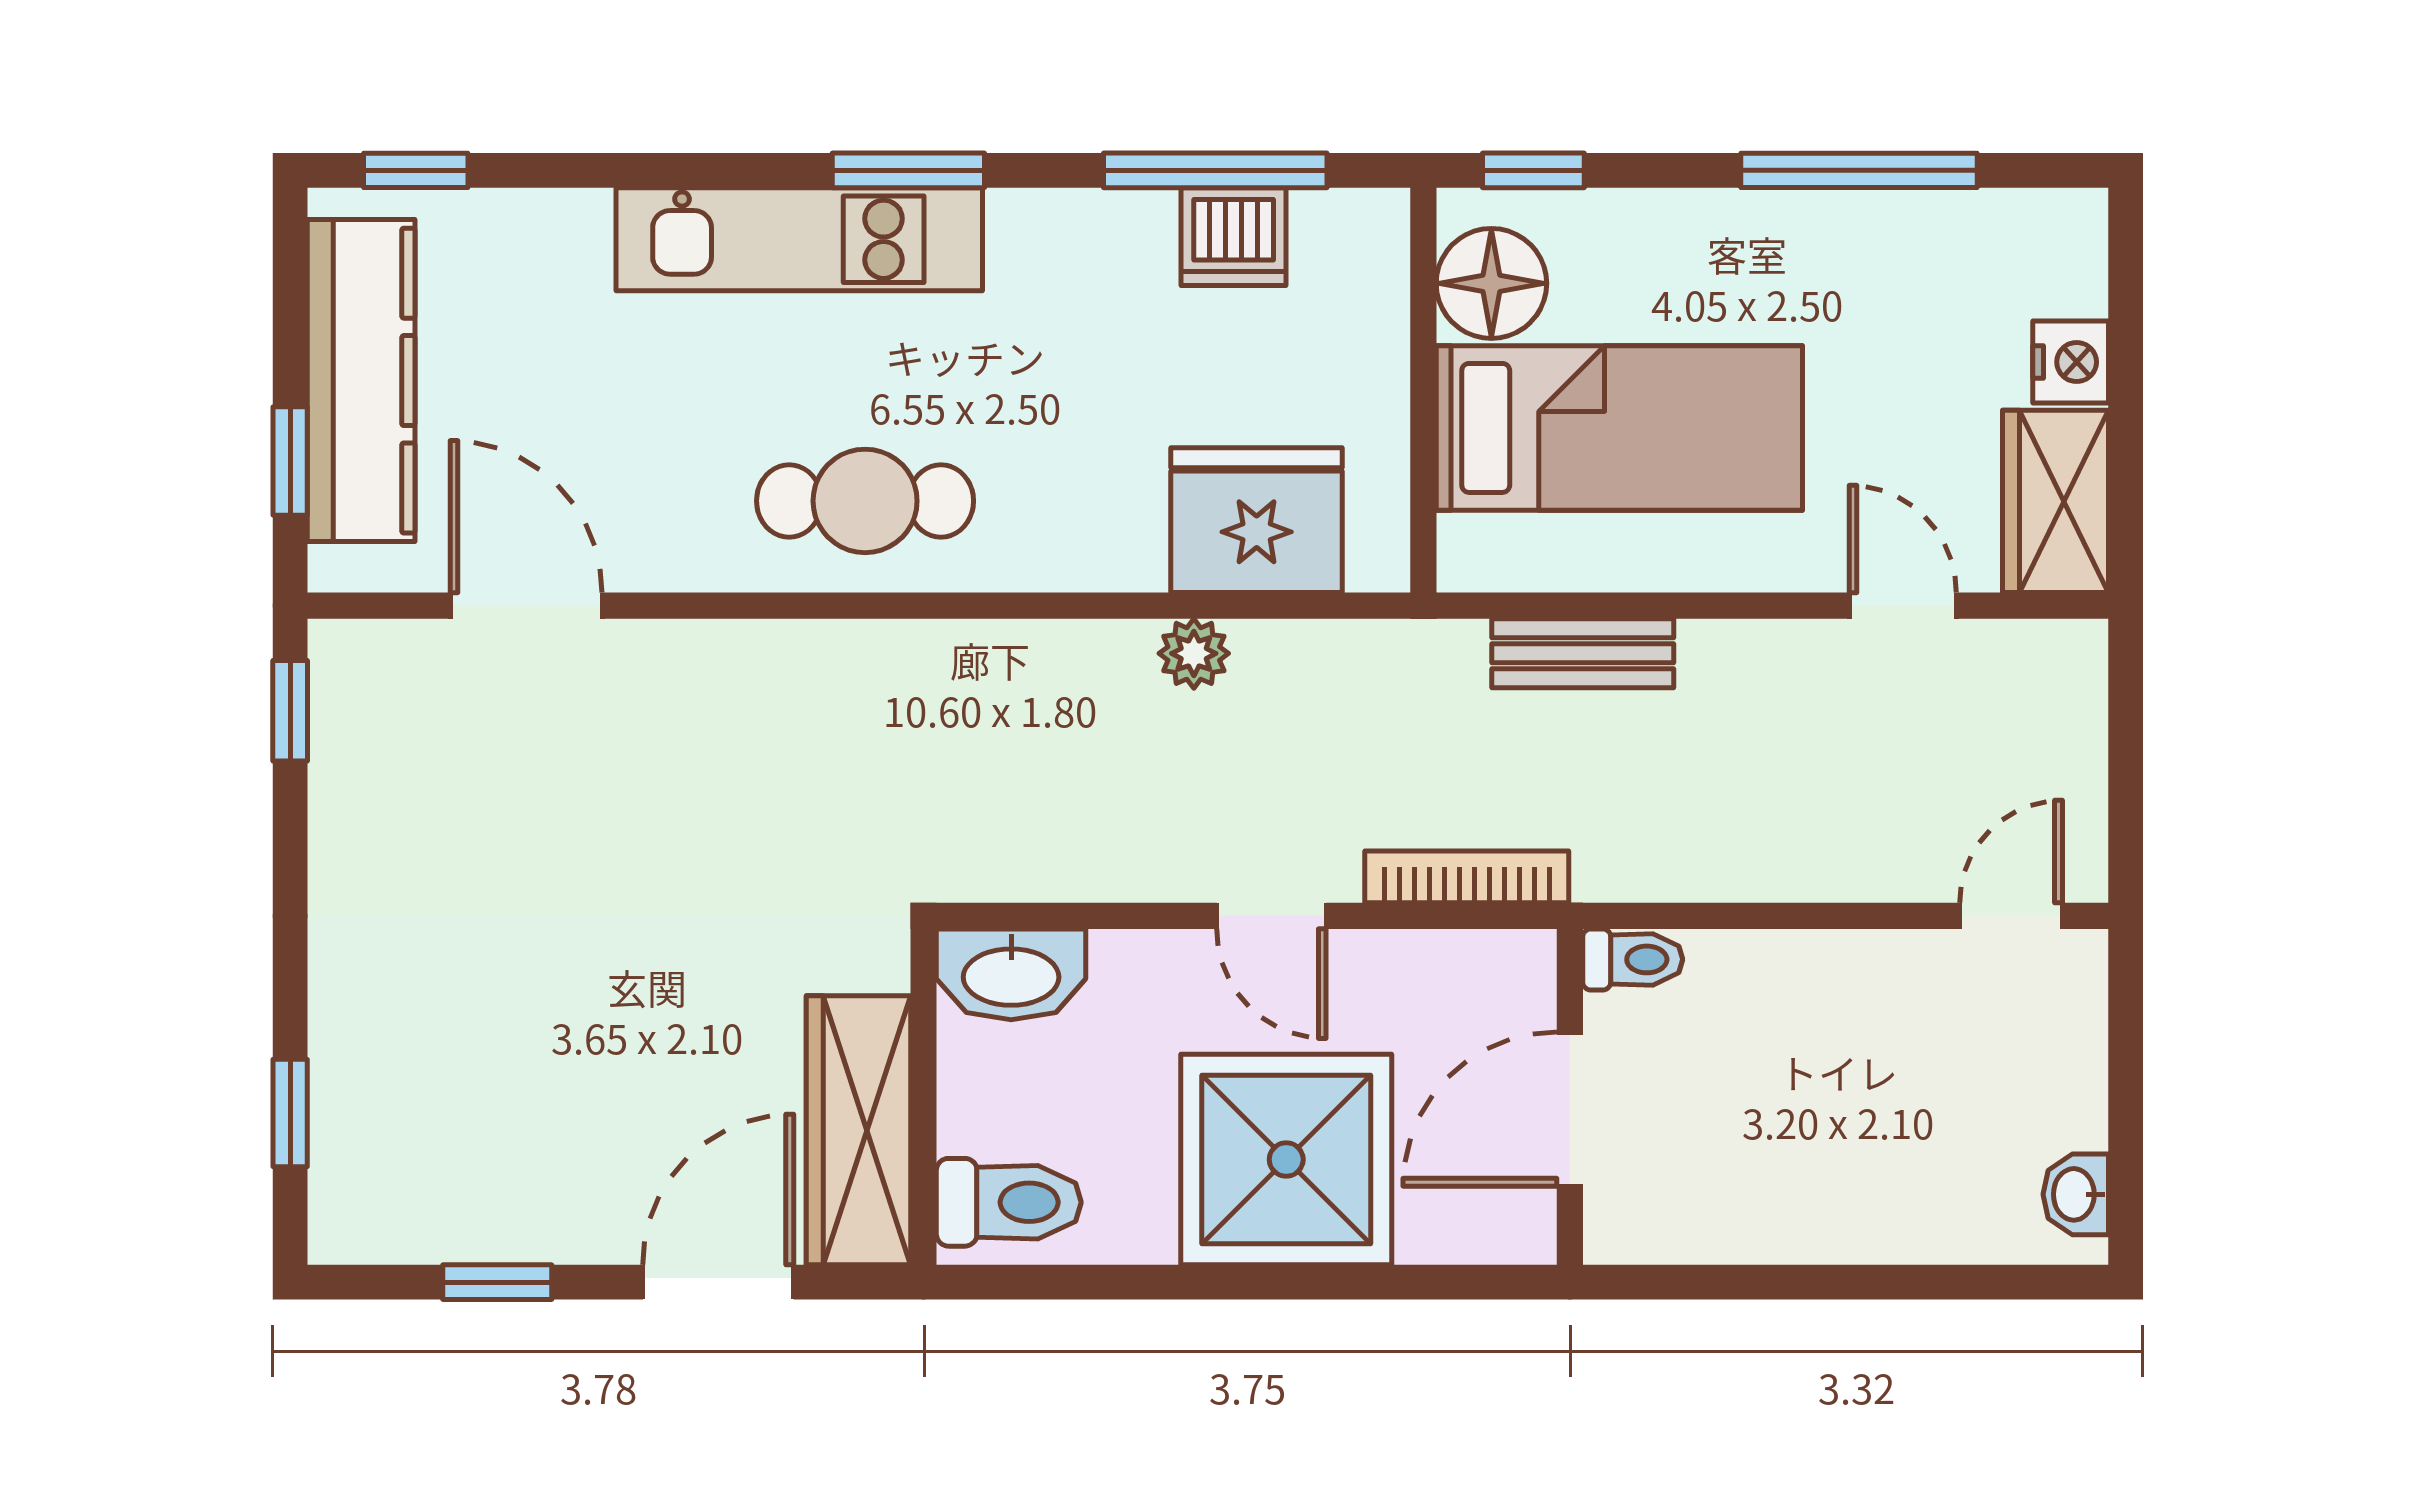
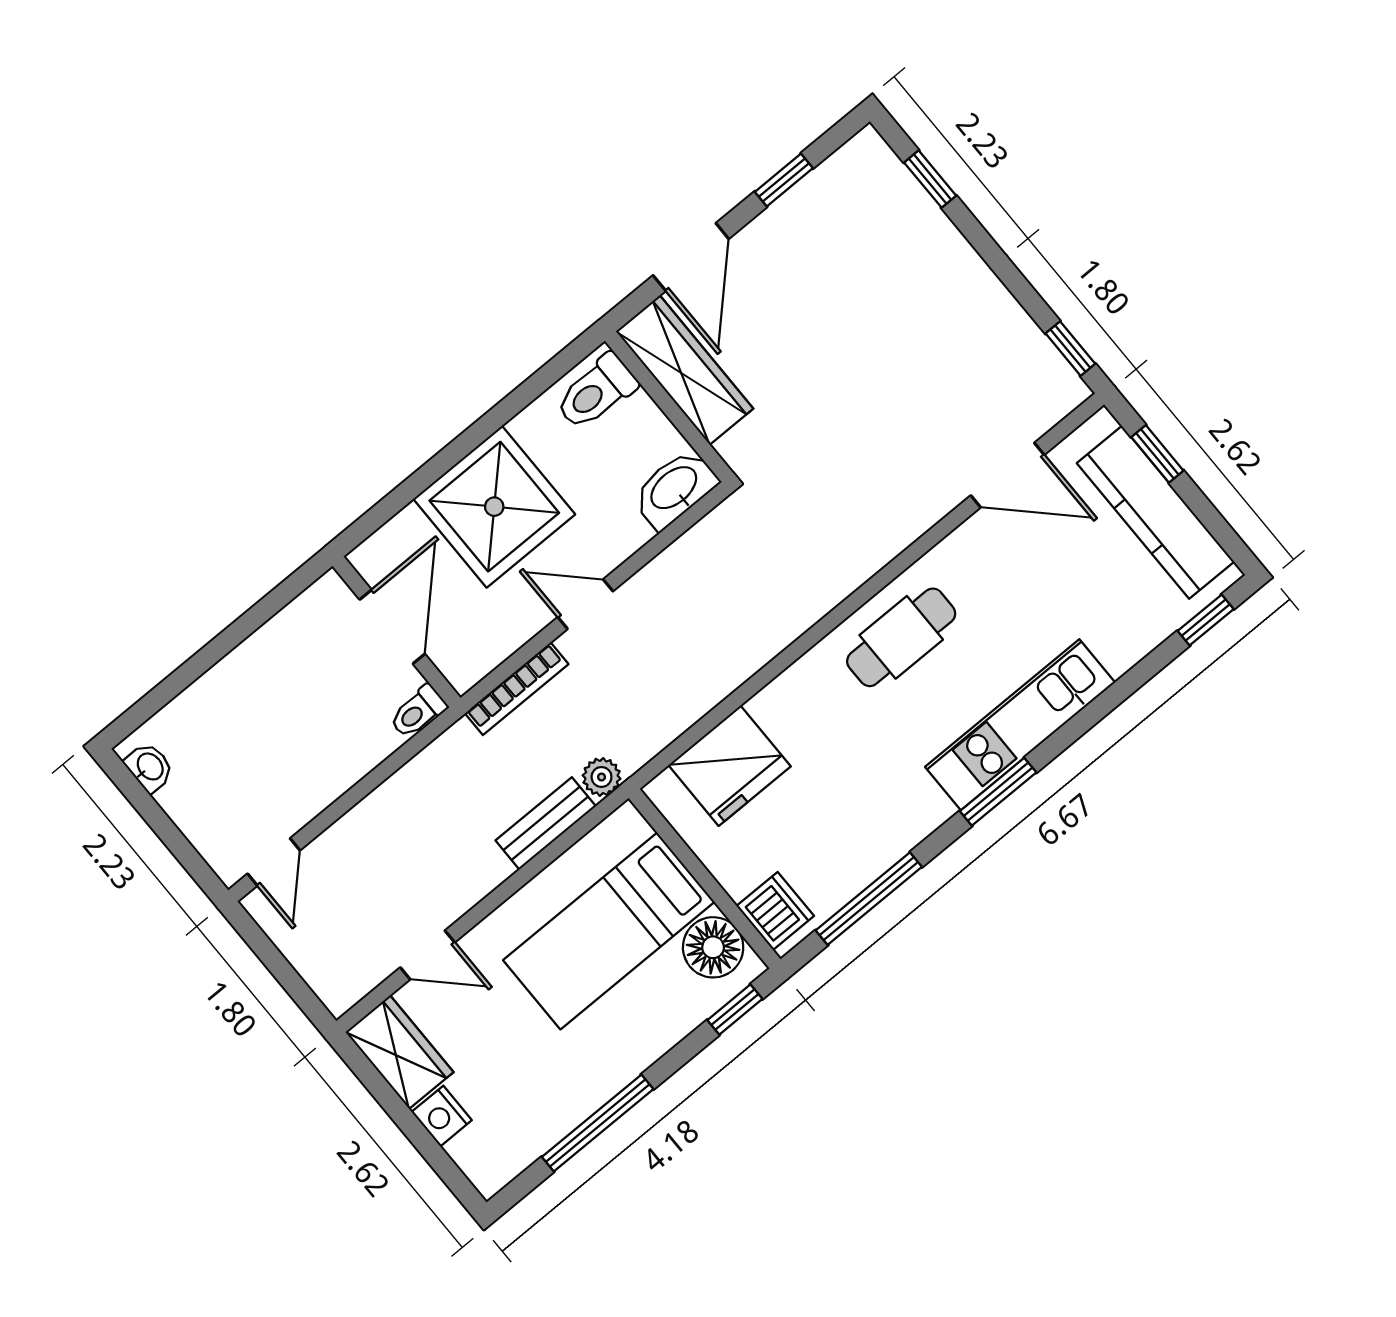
dishwasher: (1234, 237) -> (775, 911), moved, turned 90
plant: (1194, 653) -> (602, 777), moved

